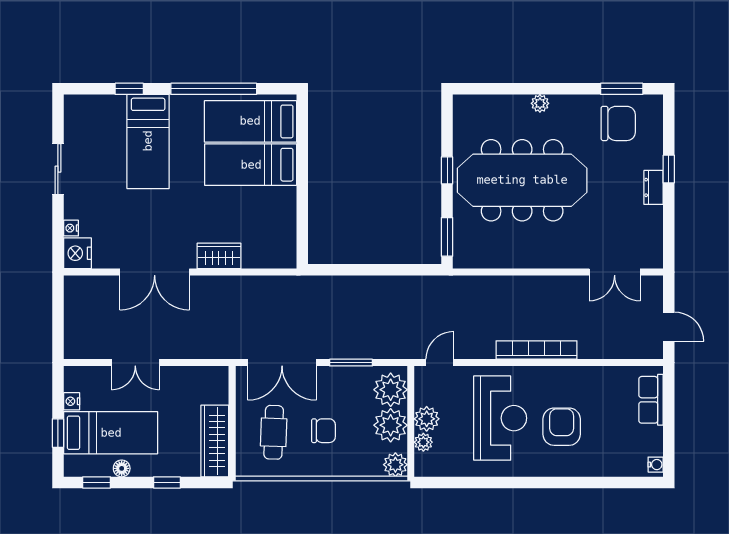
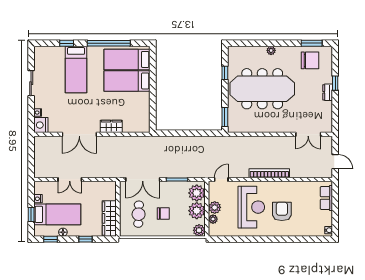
window: (447, 170) -> (225, 73), moved

